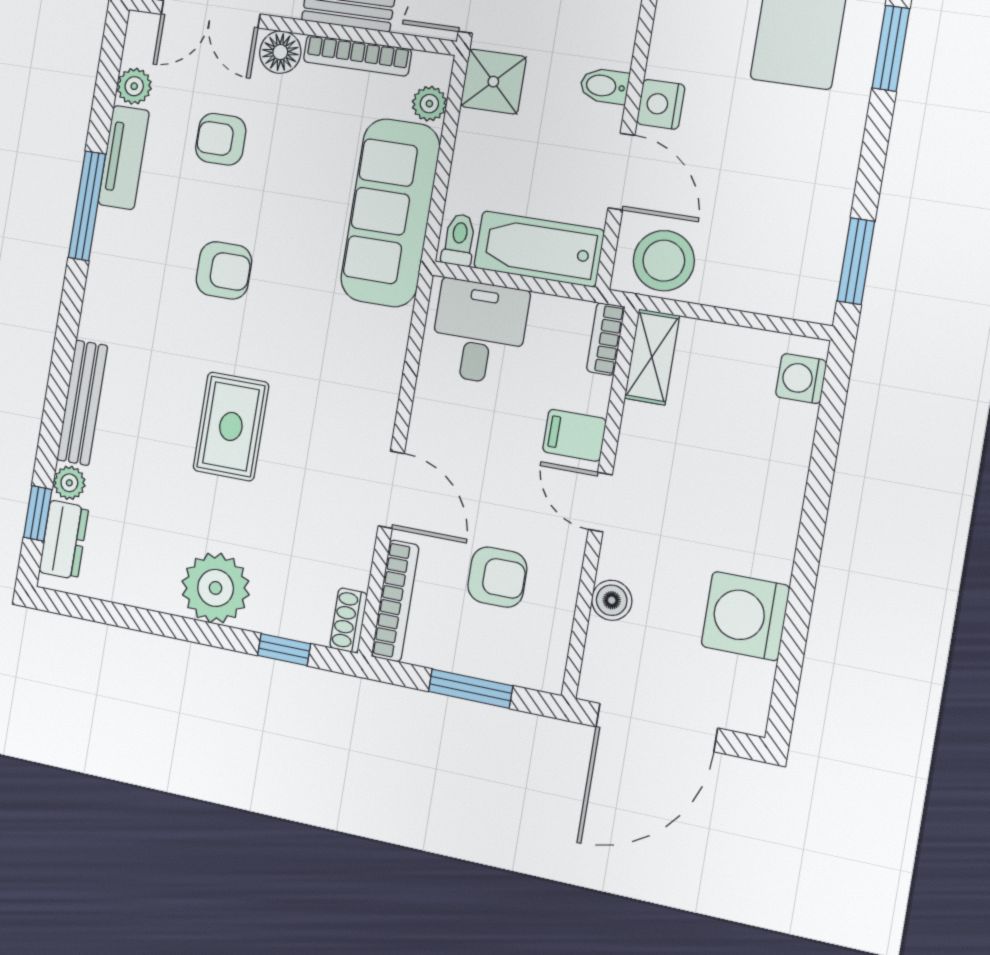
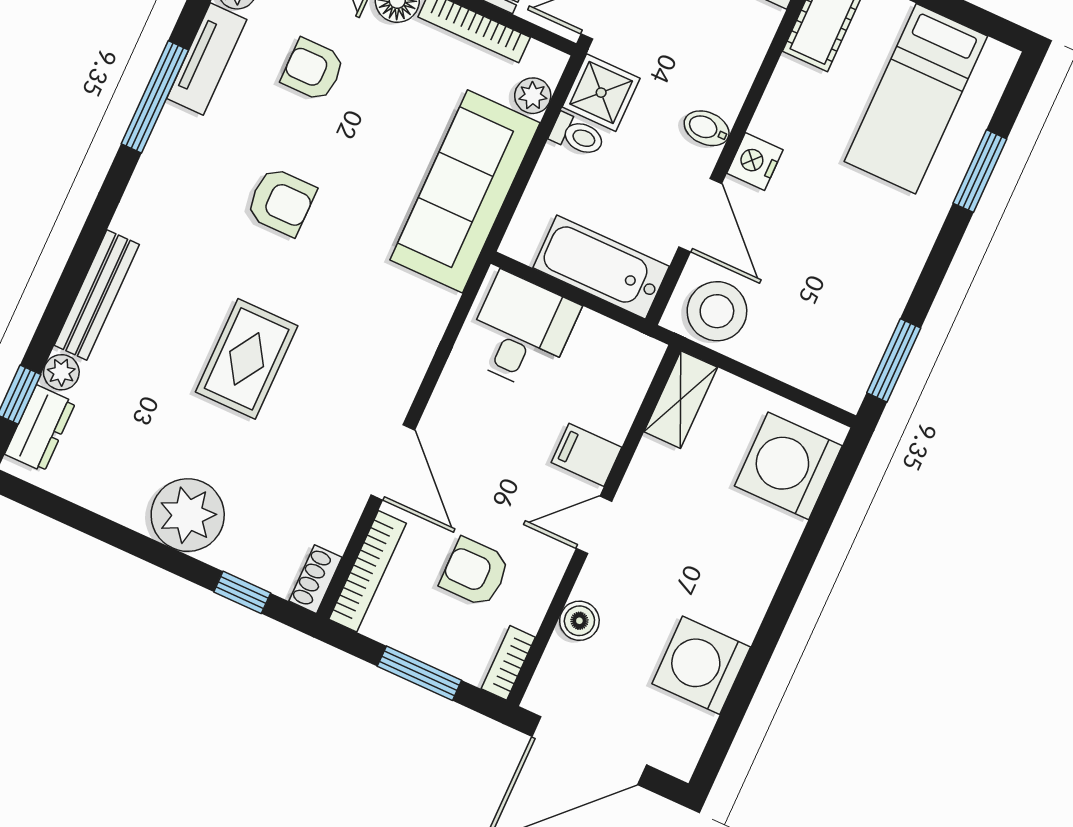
toilet: (459, 240) -> (577, 135), moved, turned 90
bookcase: (605, 339) -> (508, 663), moved
washing machine: (801, 379) -> (788, 466), width x1.89, depth x1.89
door: (600, 502) -> (594, 525), hinge flipped
armchair: (497, 577) -> (475, 572), turned 180

